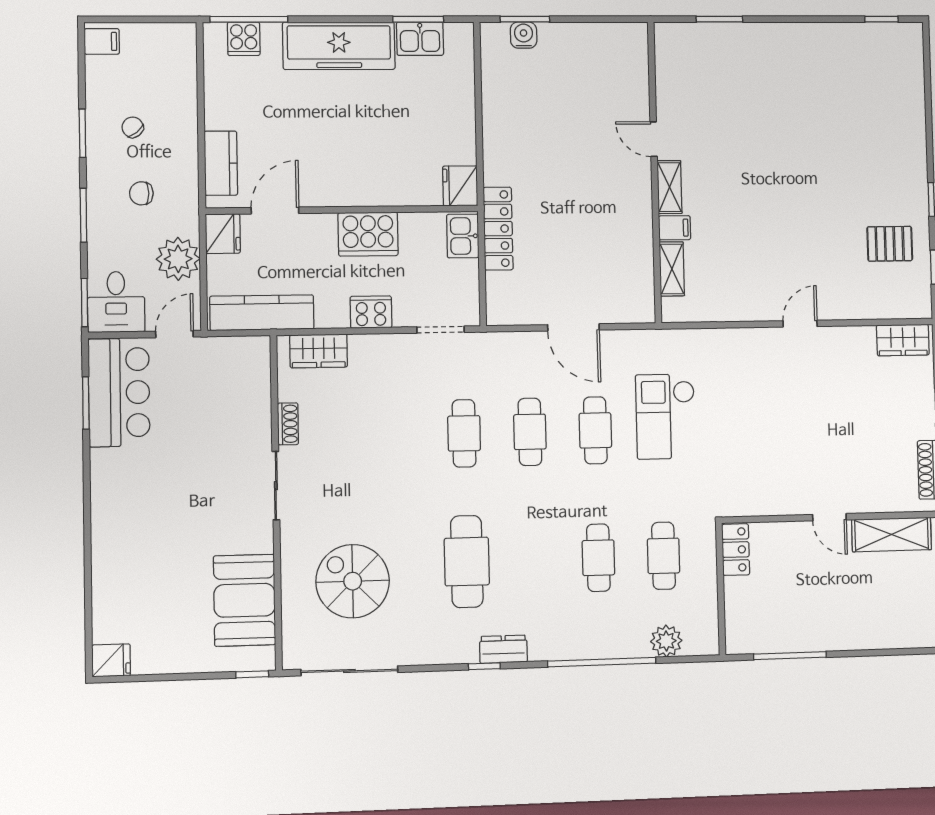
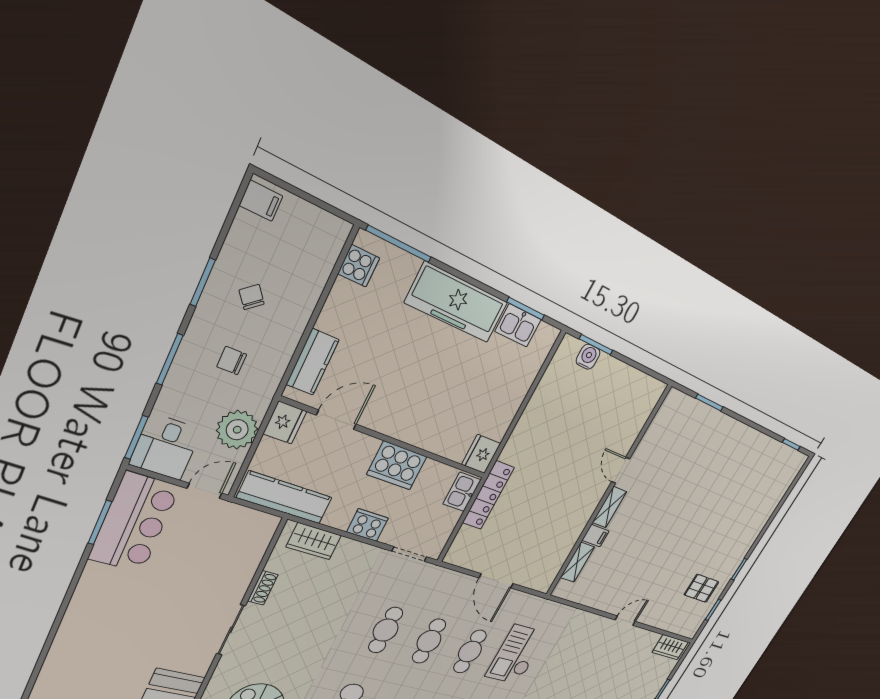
cooker: (244, 39) -> (359, 266), moved, turned -90

